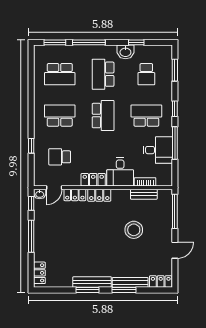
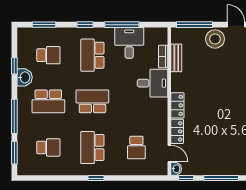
school desk: (60, 74) -> (48, 148), width x0.54
window: (31, 146) -> (96, 178), moved
locker: (93, 180) -> (161, 112), removed
stool: (134, 230) -> (215, 39), moved

